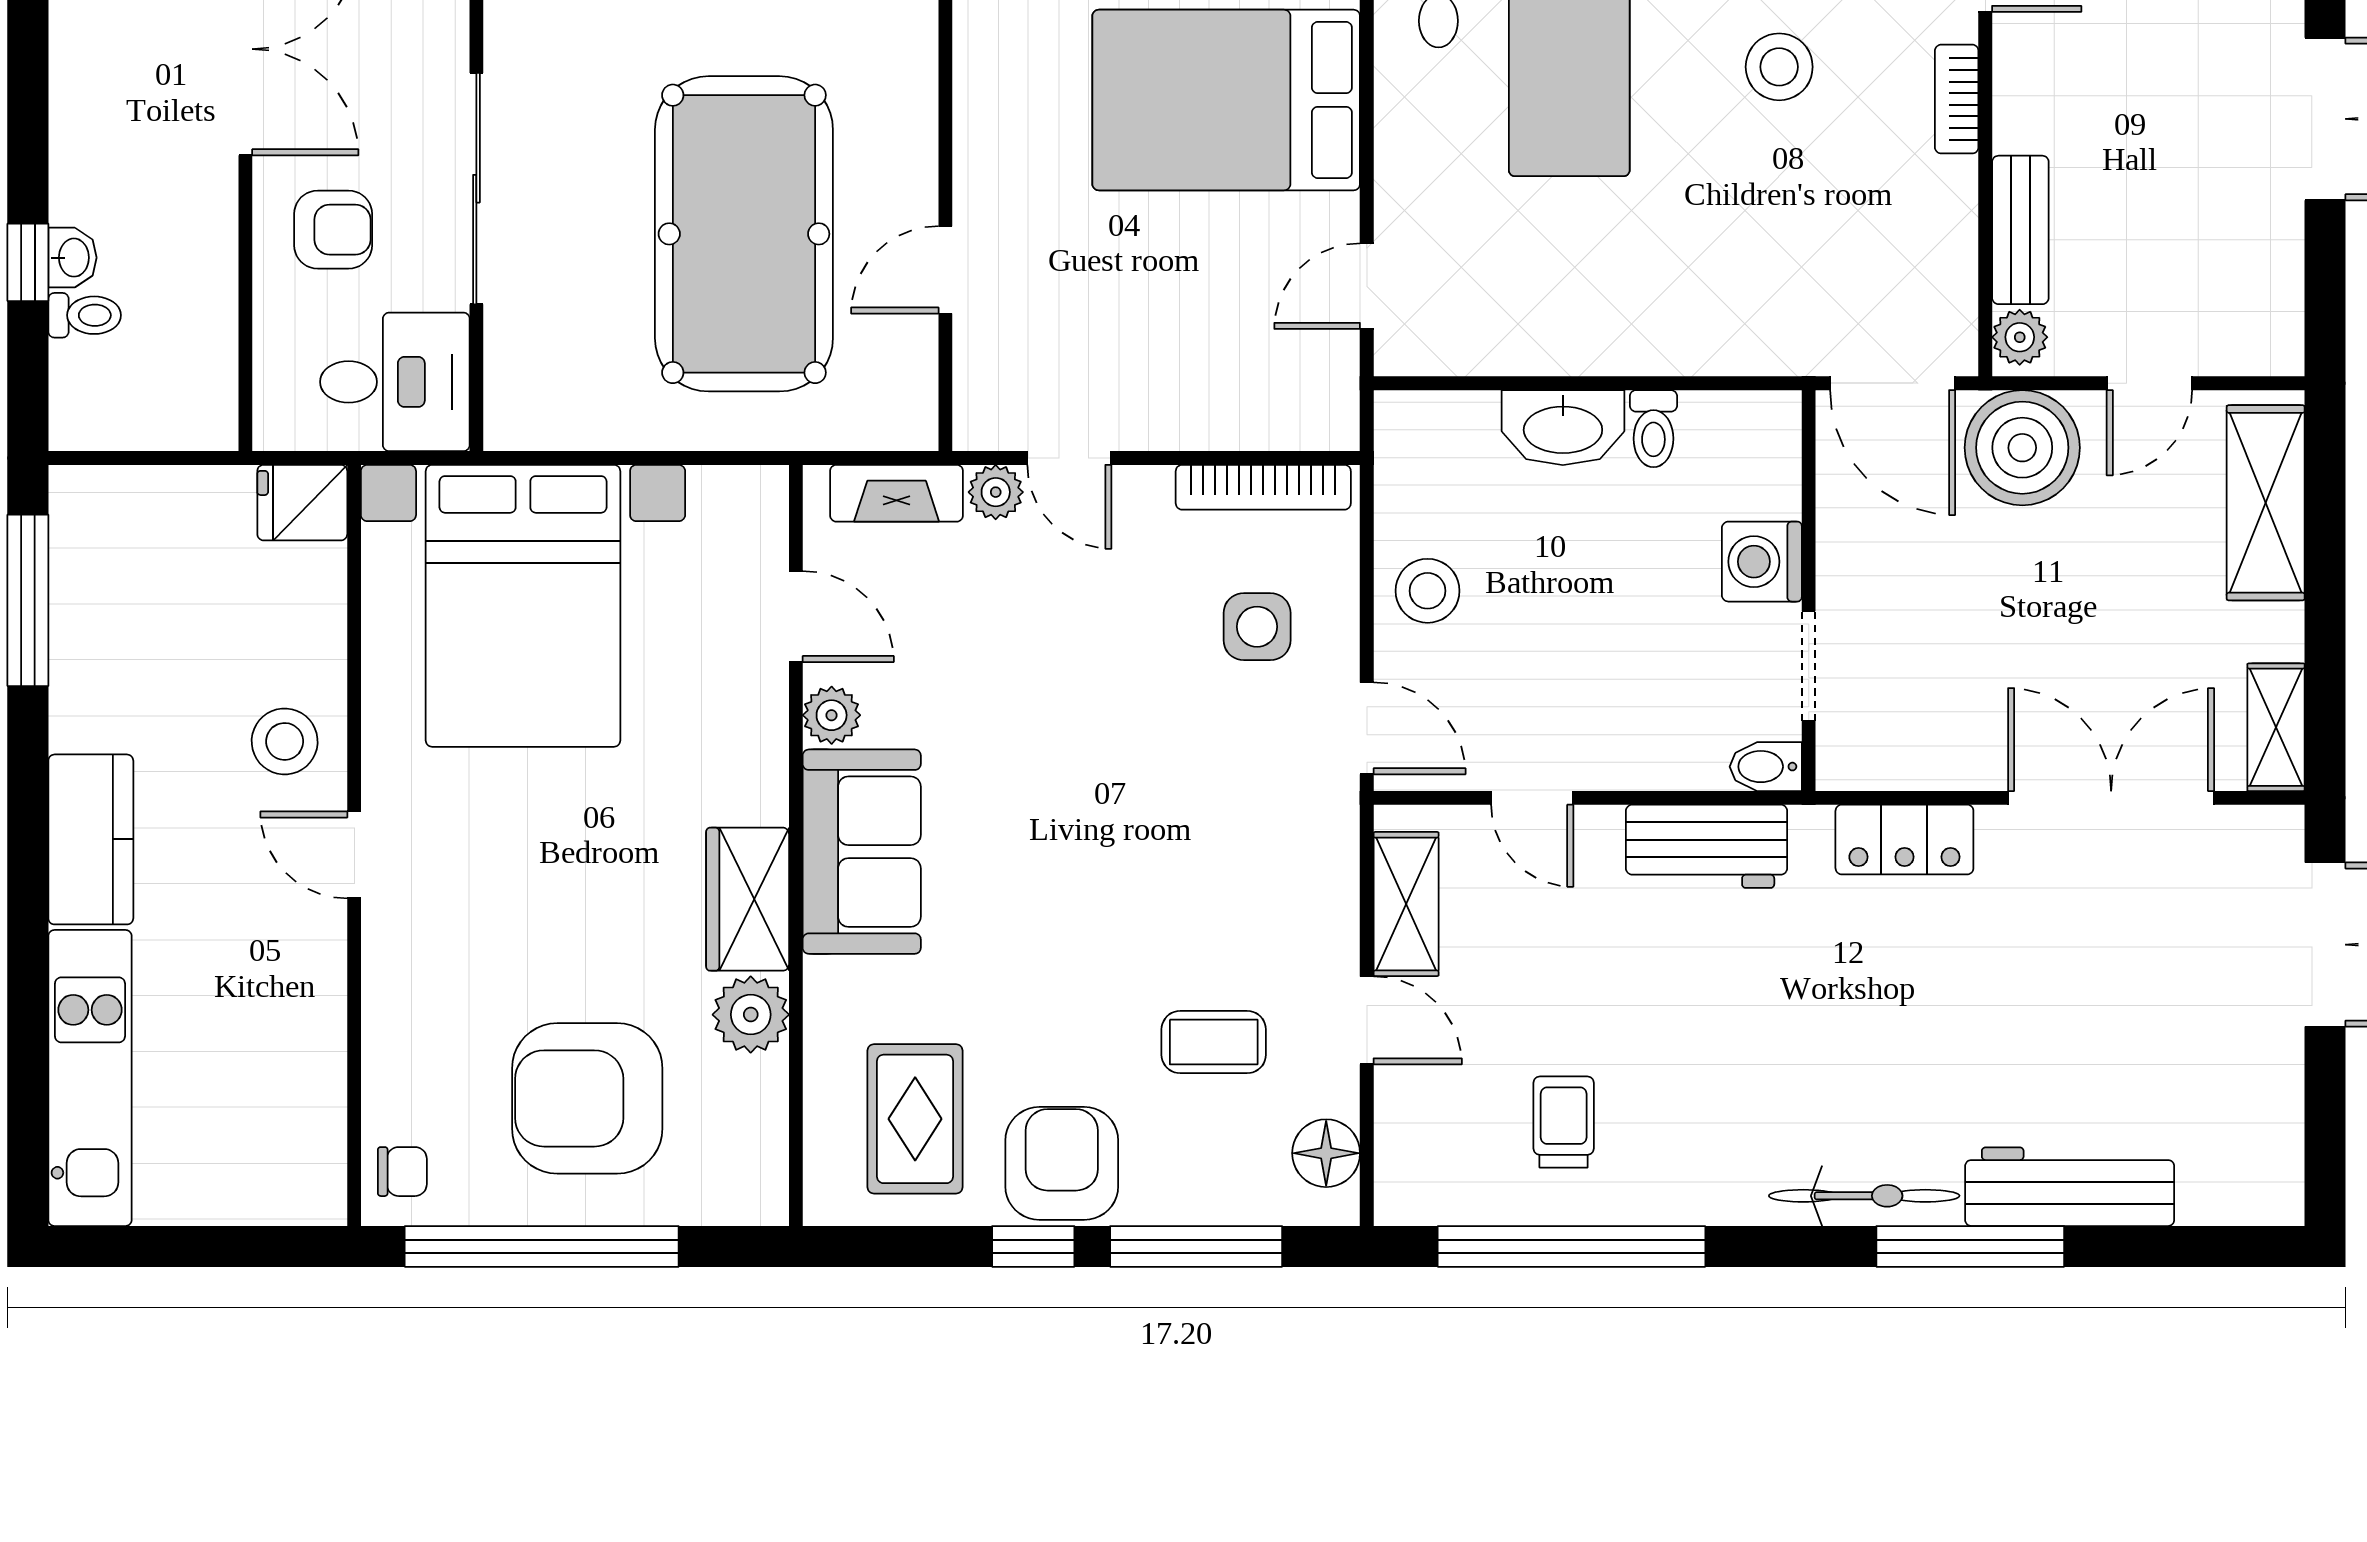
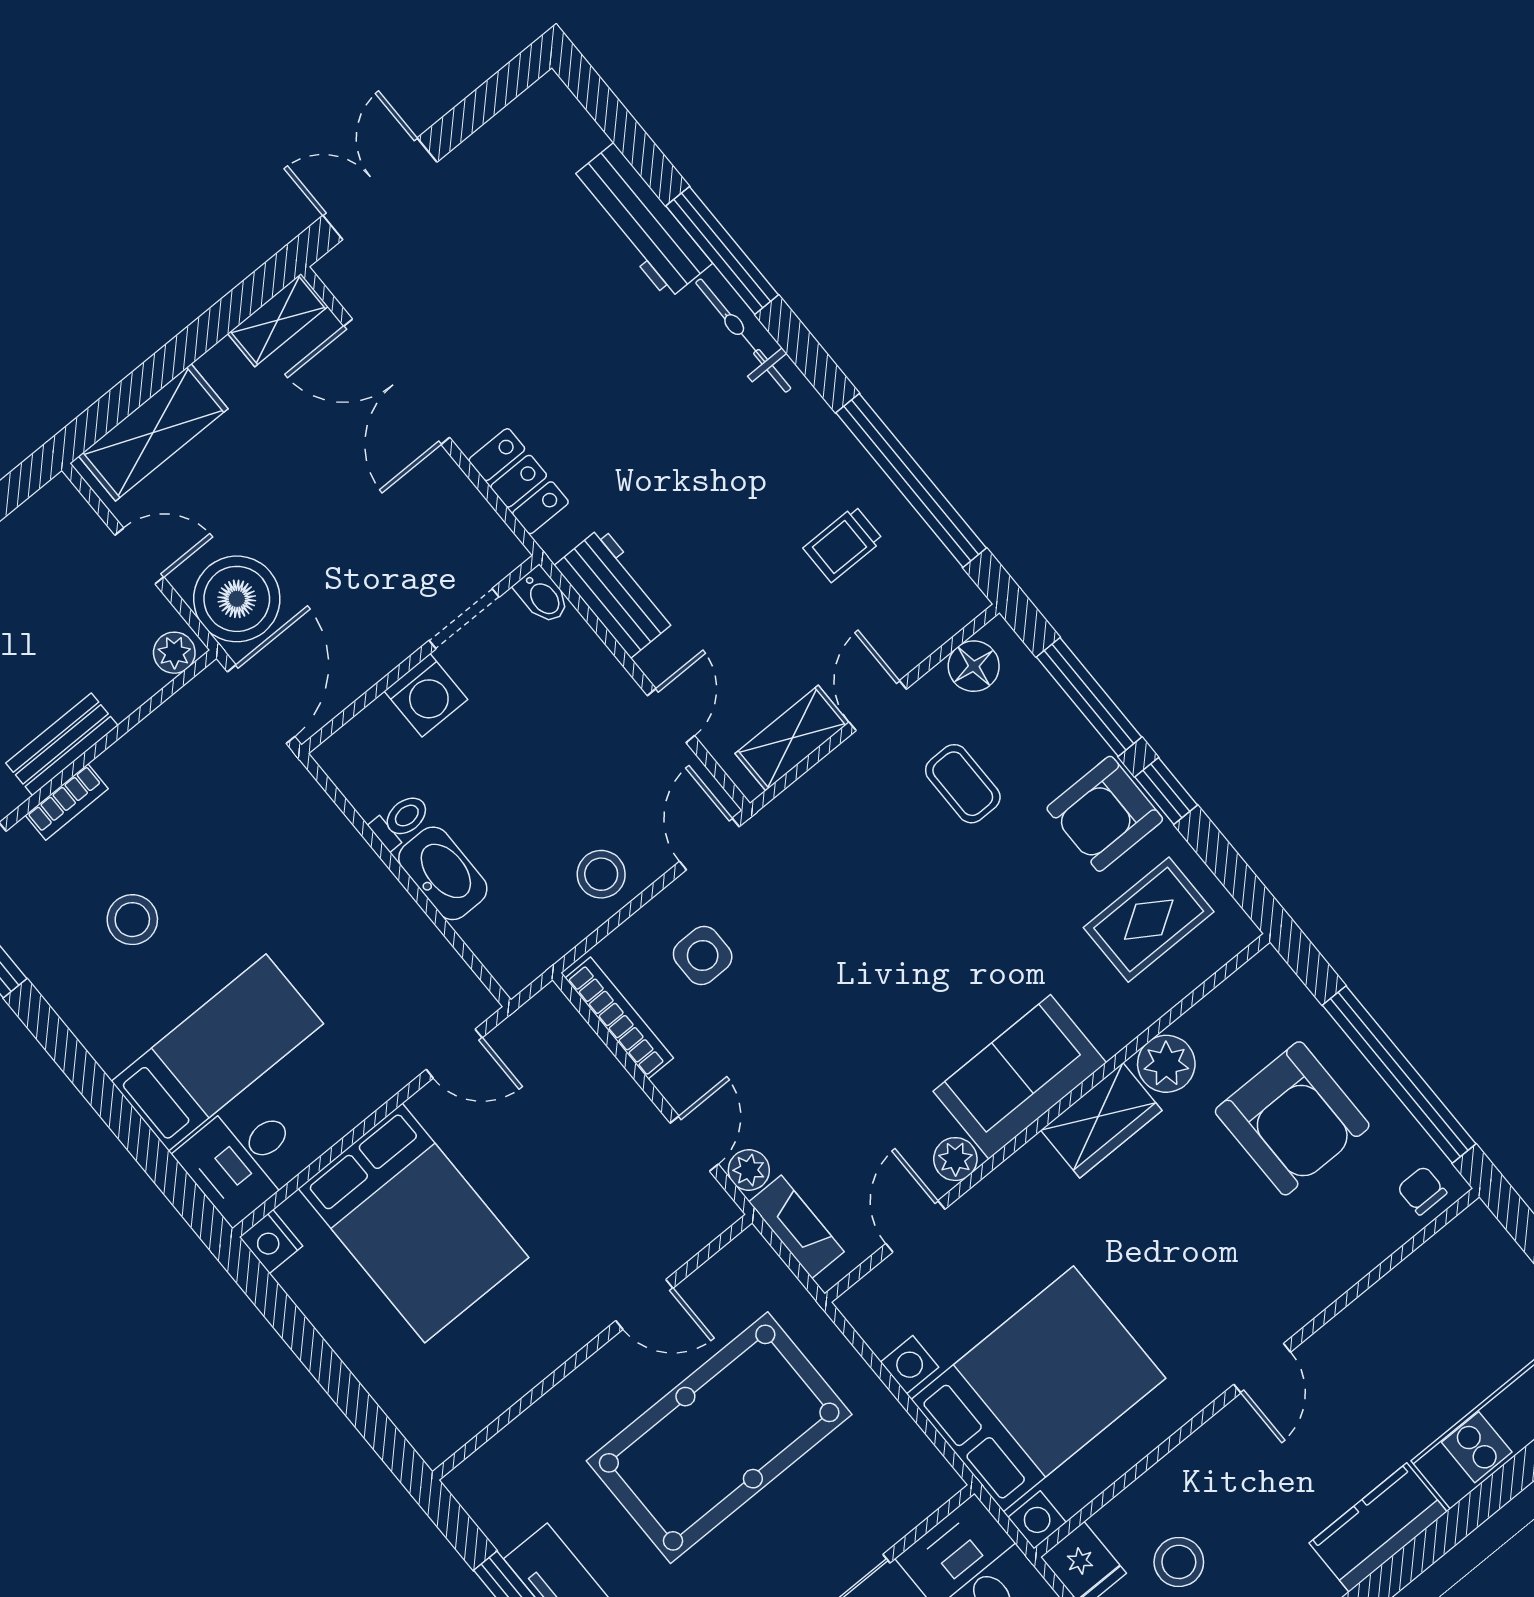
bench: (2020, 230) -> (62, 744), moved
stool: (285, 741) -> (1179, 1562), moved

